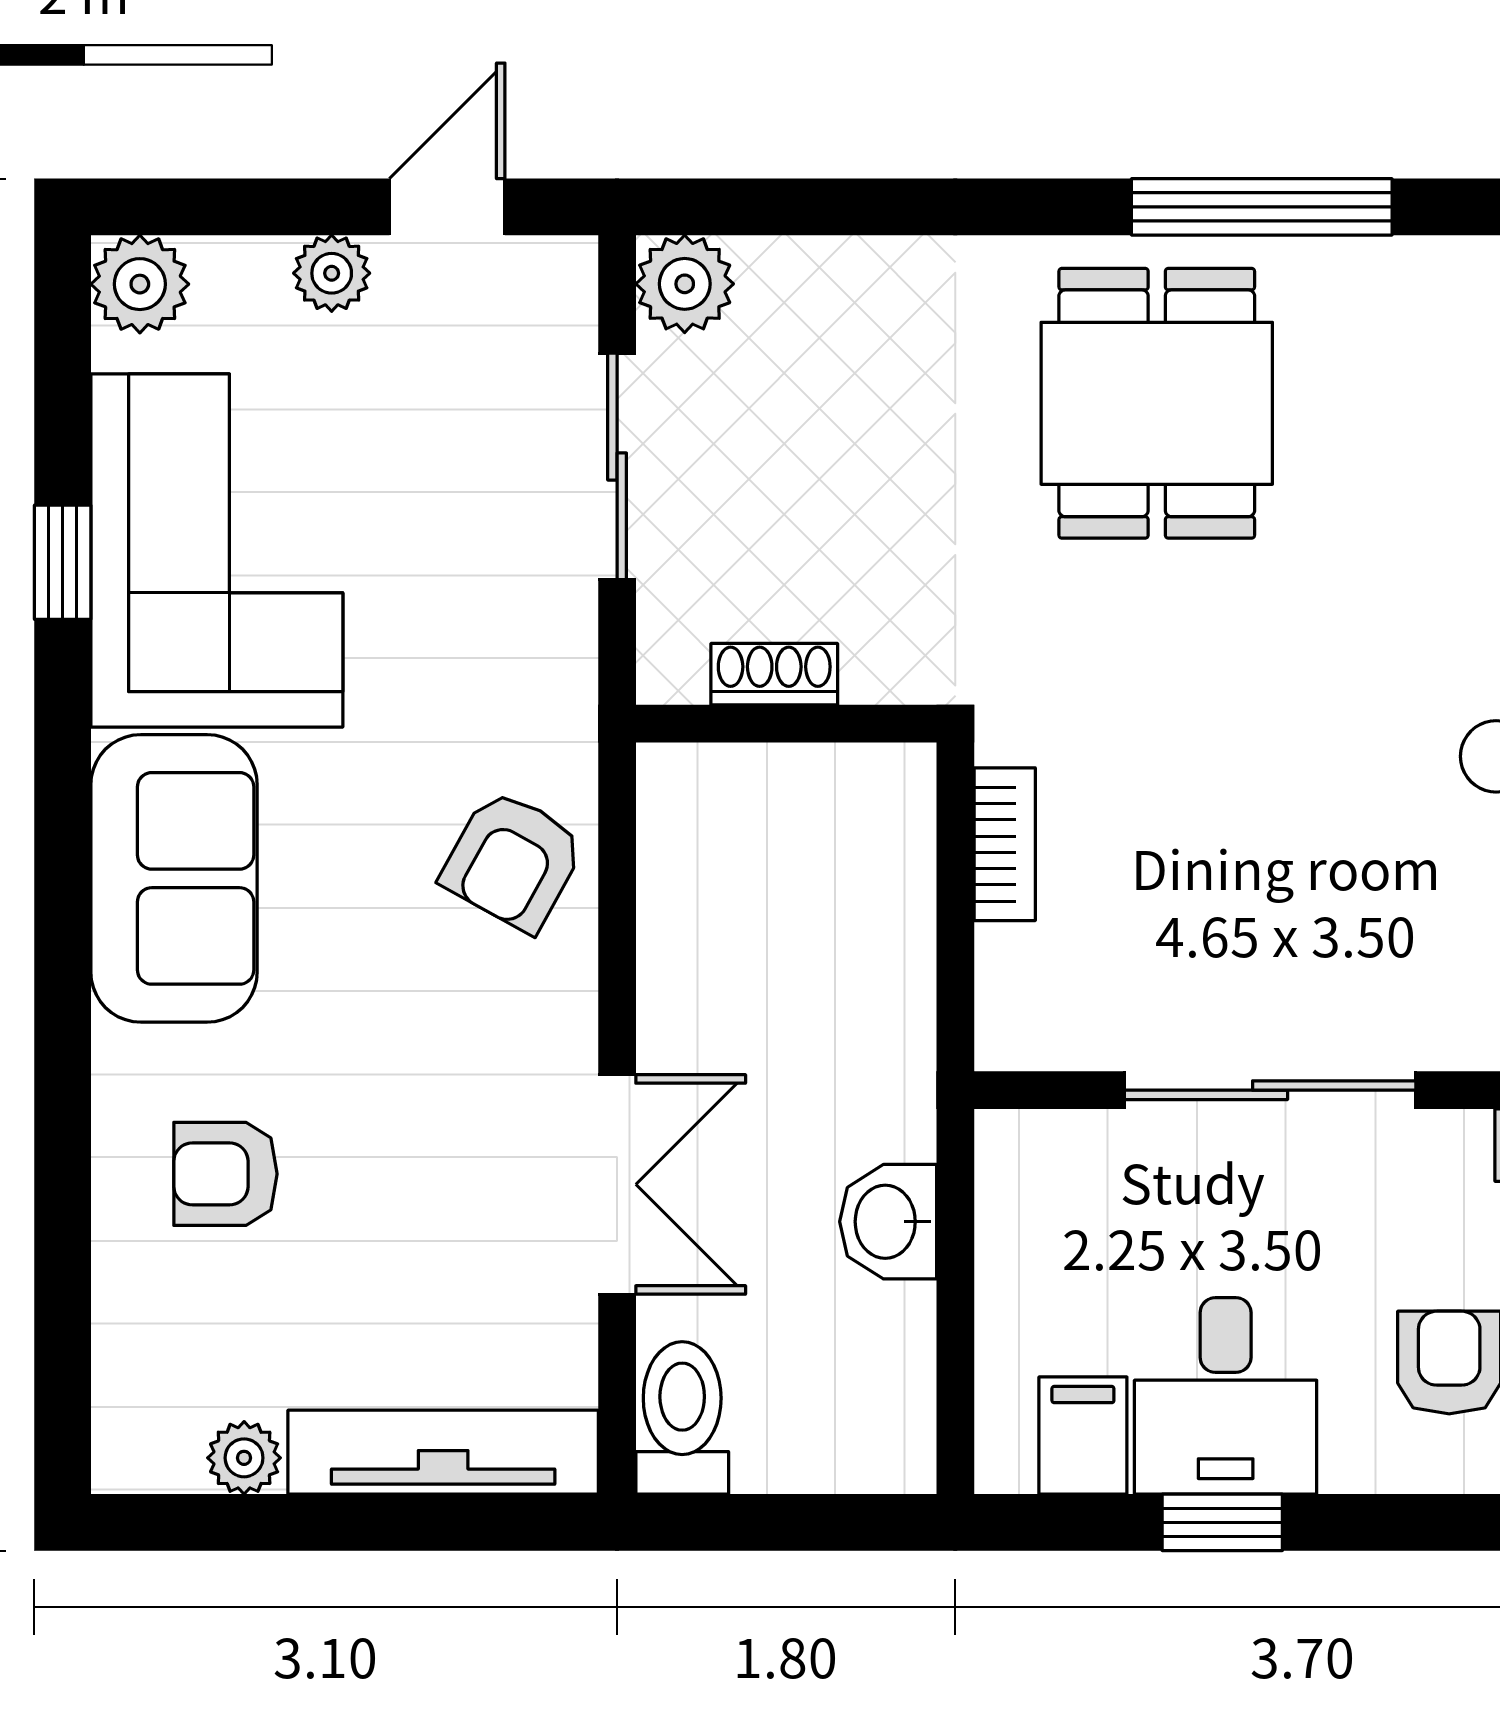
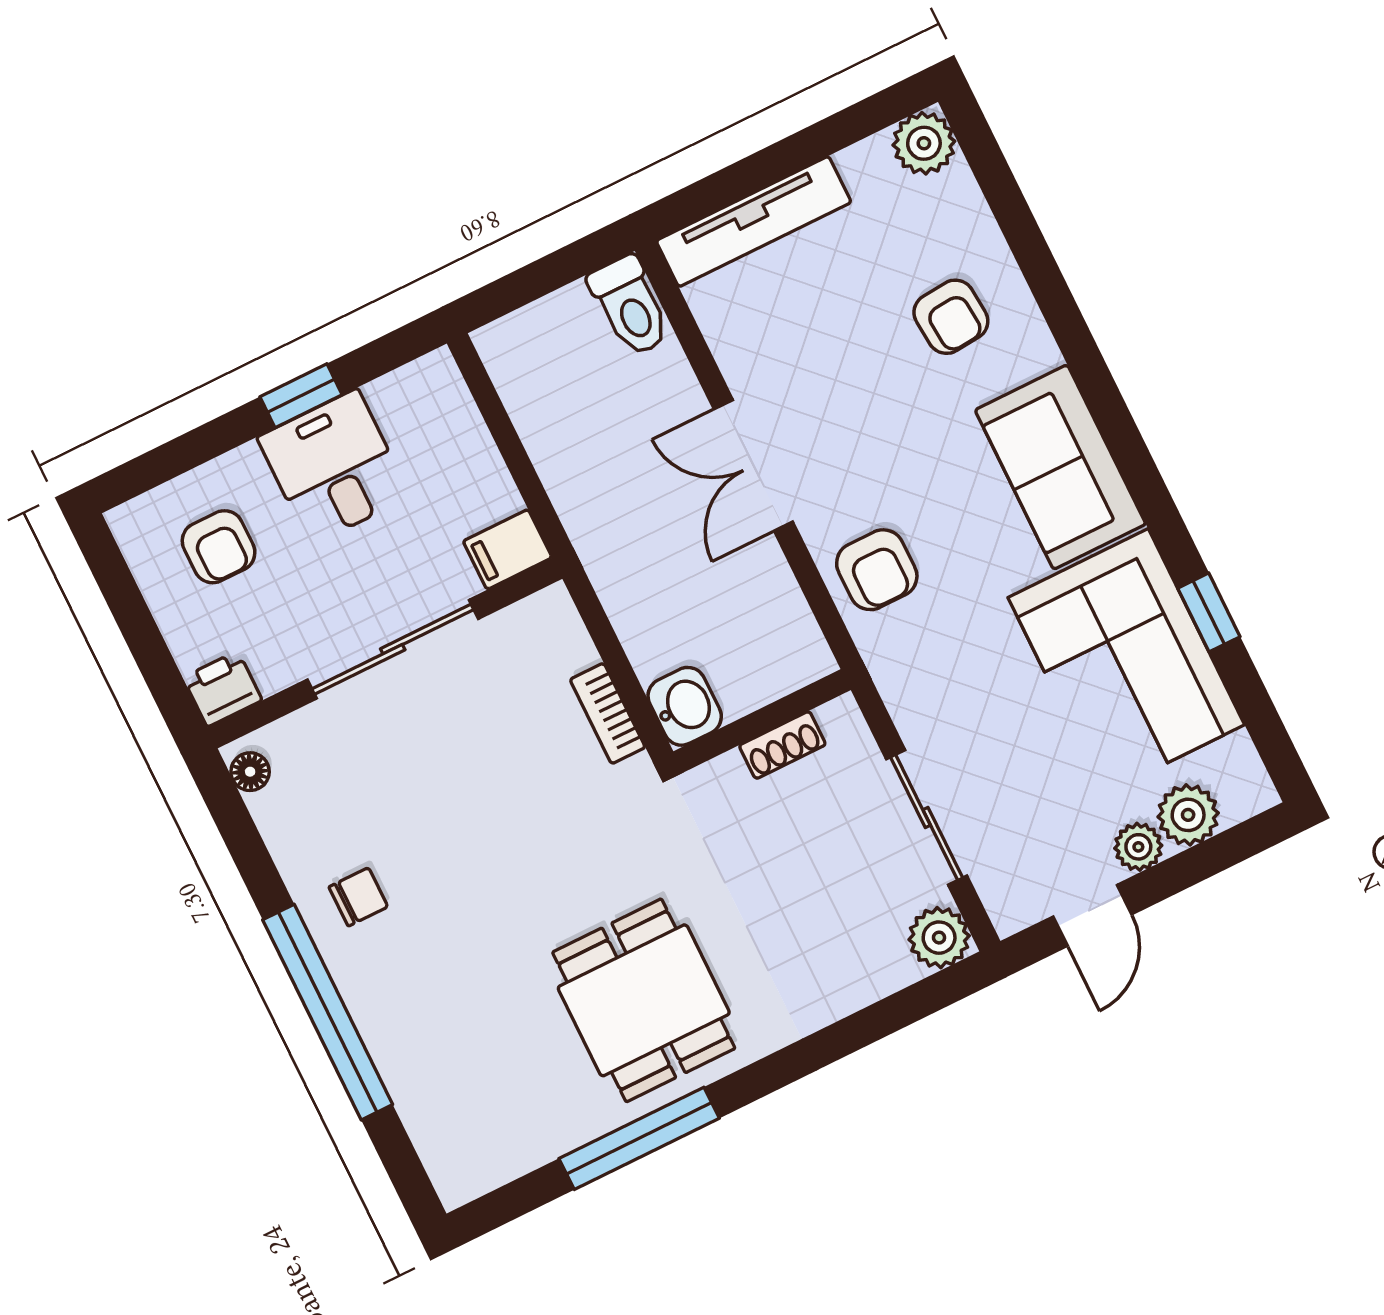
plant: (140, 284) -> (1188, 815), moved
armchair: (513, 861) -> (877, 570), turned 151
armchair: (225, 1174) -> (951, 317), turned 85
double door: (617, 1184) -> (753, 465), moved
washbasin: (888, 1222) -> (685, 706), moved
filing cabinet: (1083, 1436) -> (508, 549), moved, turned 90
plant: (244, 1458) -> (924, 143), moved, width x1.38, depth x1.38

